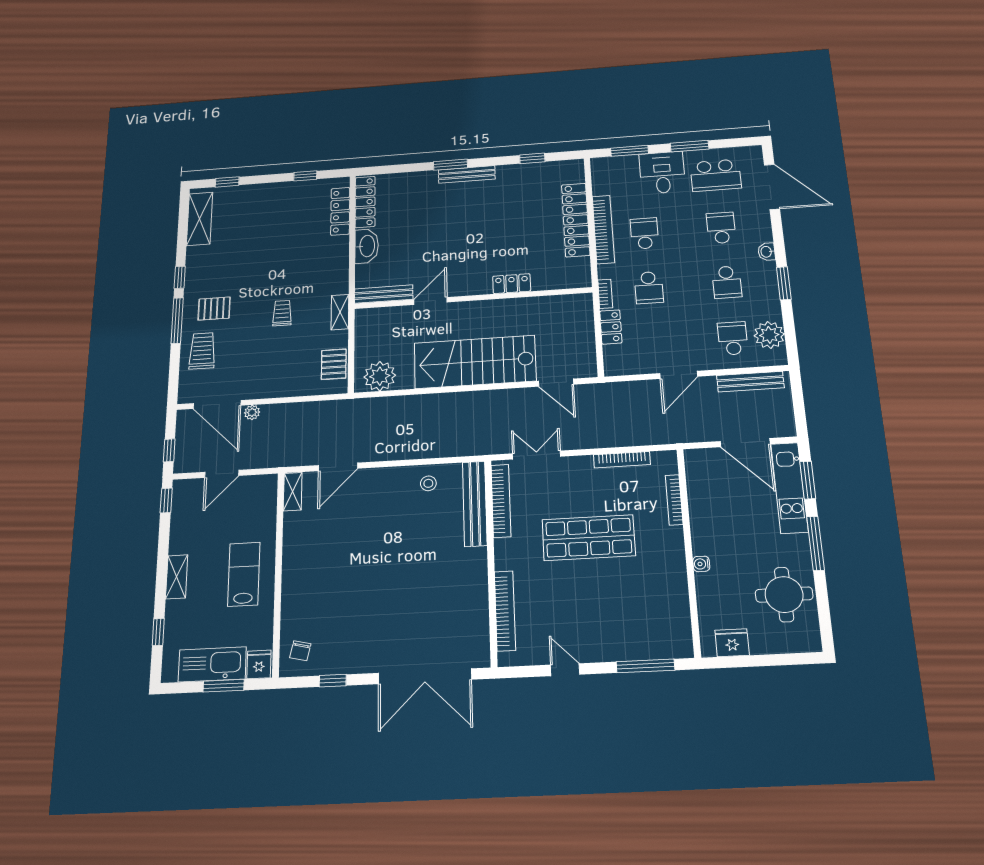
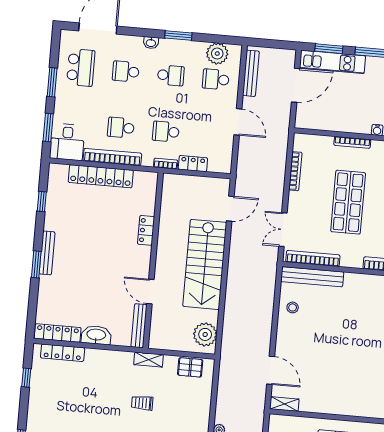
desk: (662, 173) -> (67, 142), moved, turned -90
school desk: (649, 288) -> (166, 132), turned 180
bookcase: (674, 500) -> (352, 142), moved

